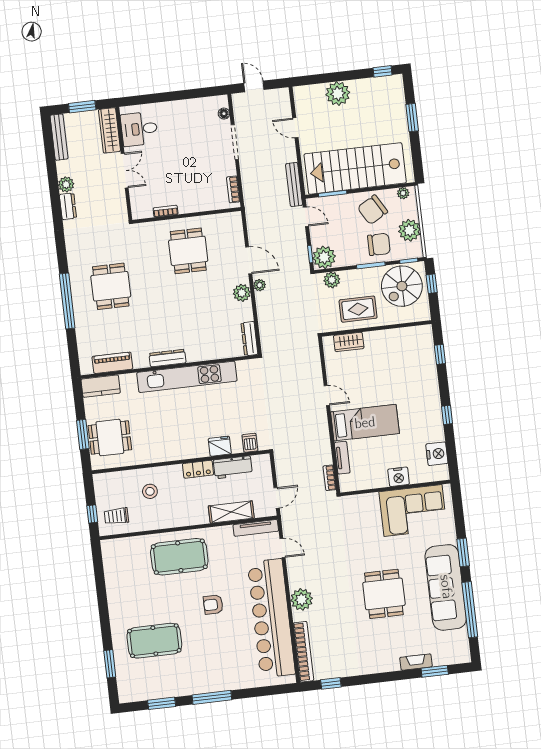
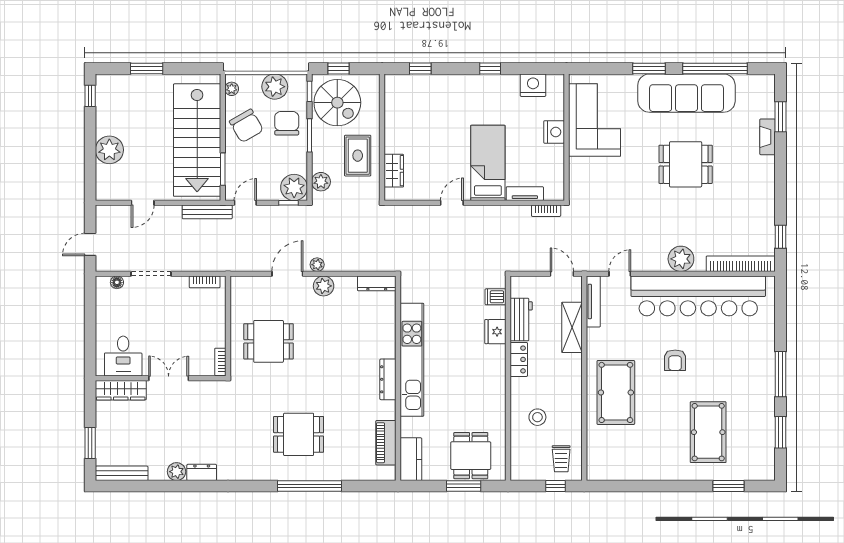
desk: (139, 129) -> (123, 356), moved
wardrobe: (109, 130) -> (121, 390), moved
wall: (124, 164) -> (161, 378), moved
double door: (125, 171) -> (169, 378), moved

